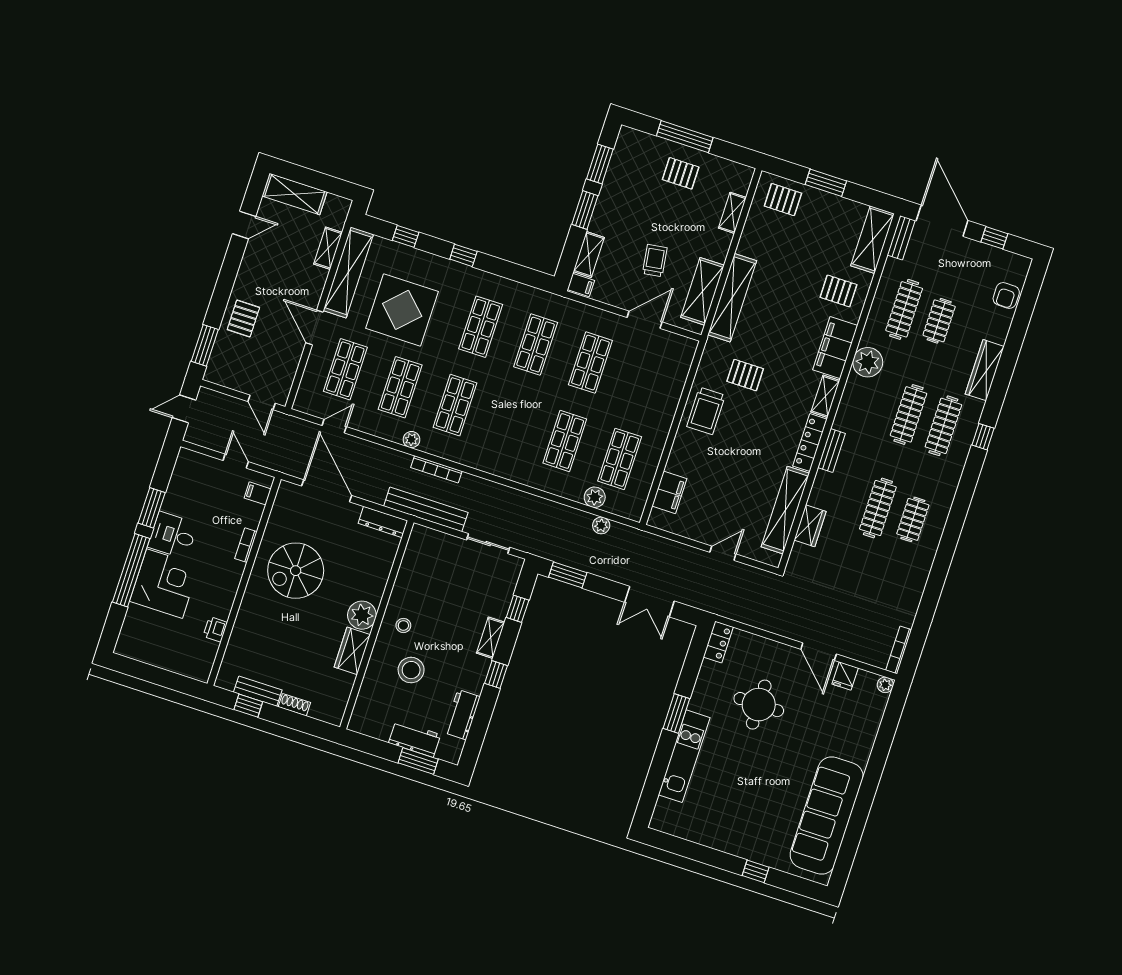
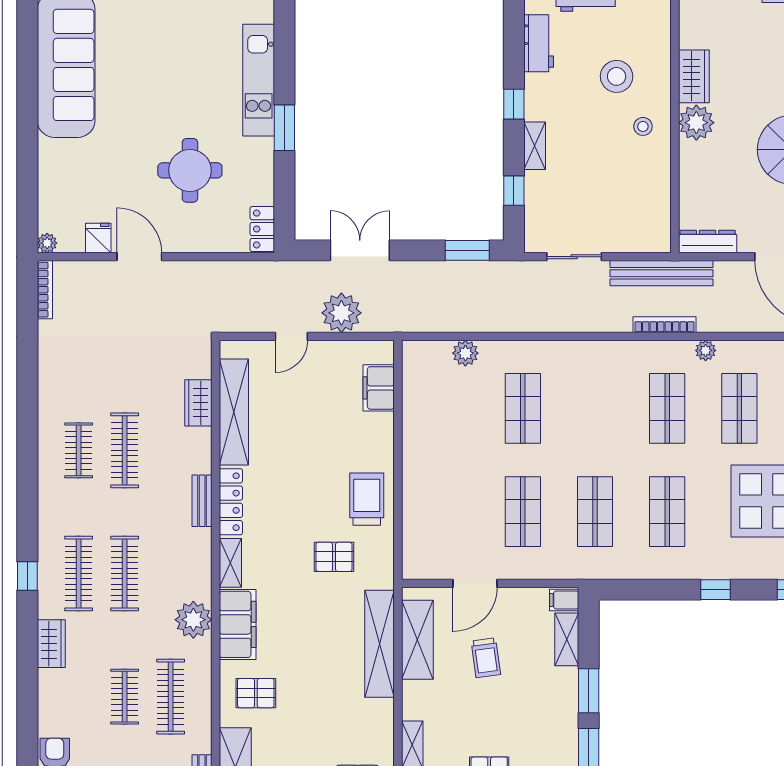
wardrobe: (985, 370) -> (51, 644), width x0.67
shop shelf: (620, 459) -> (451, 408), removed
plant: (601, 525) -> (341, 313), moved, width x1.88, depth x1.88

